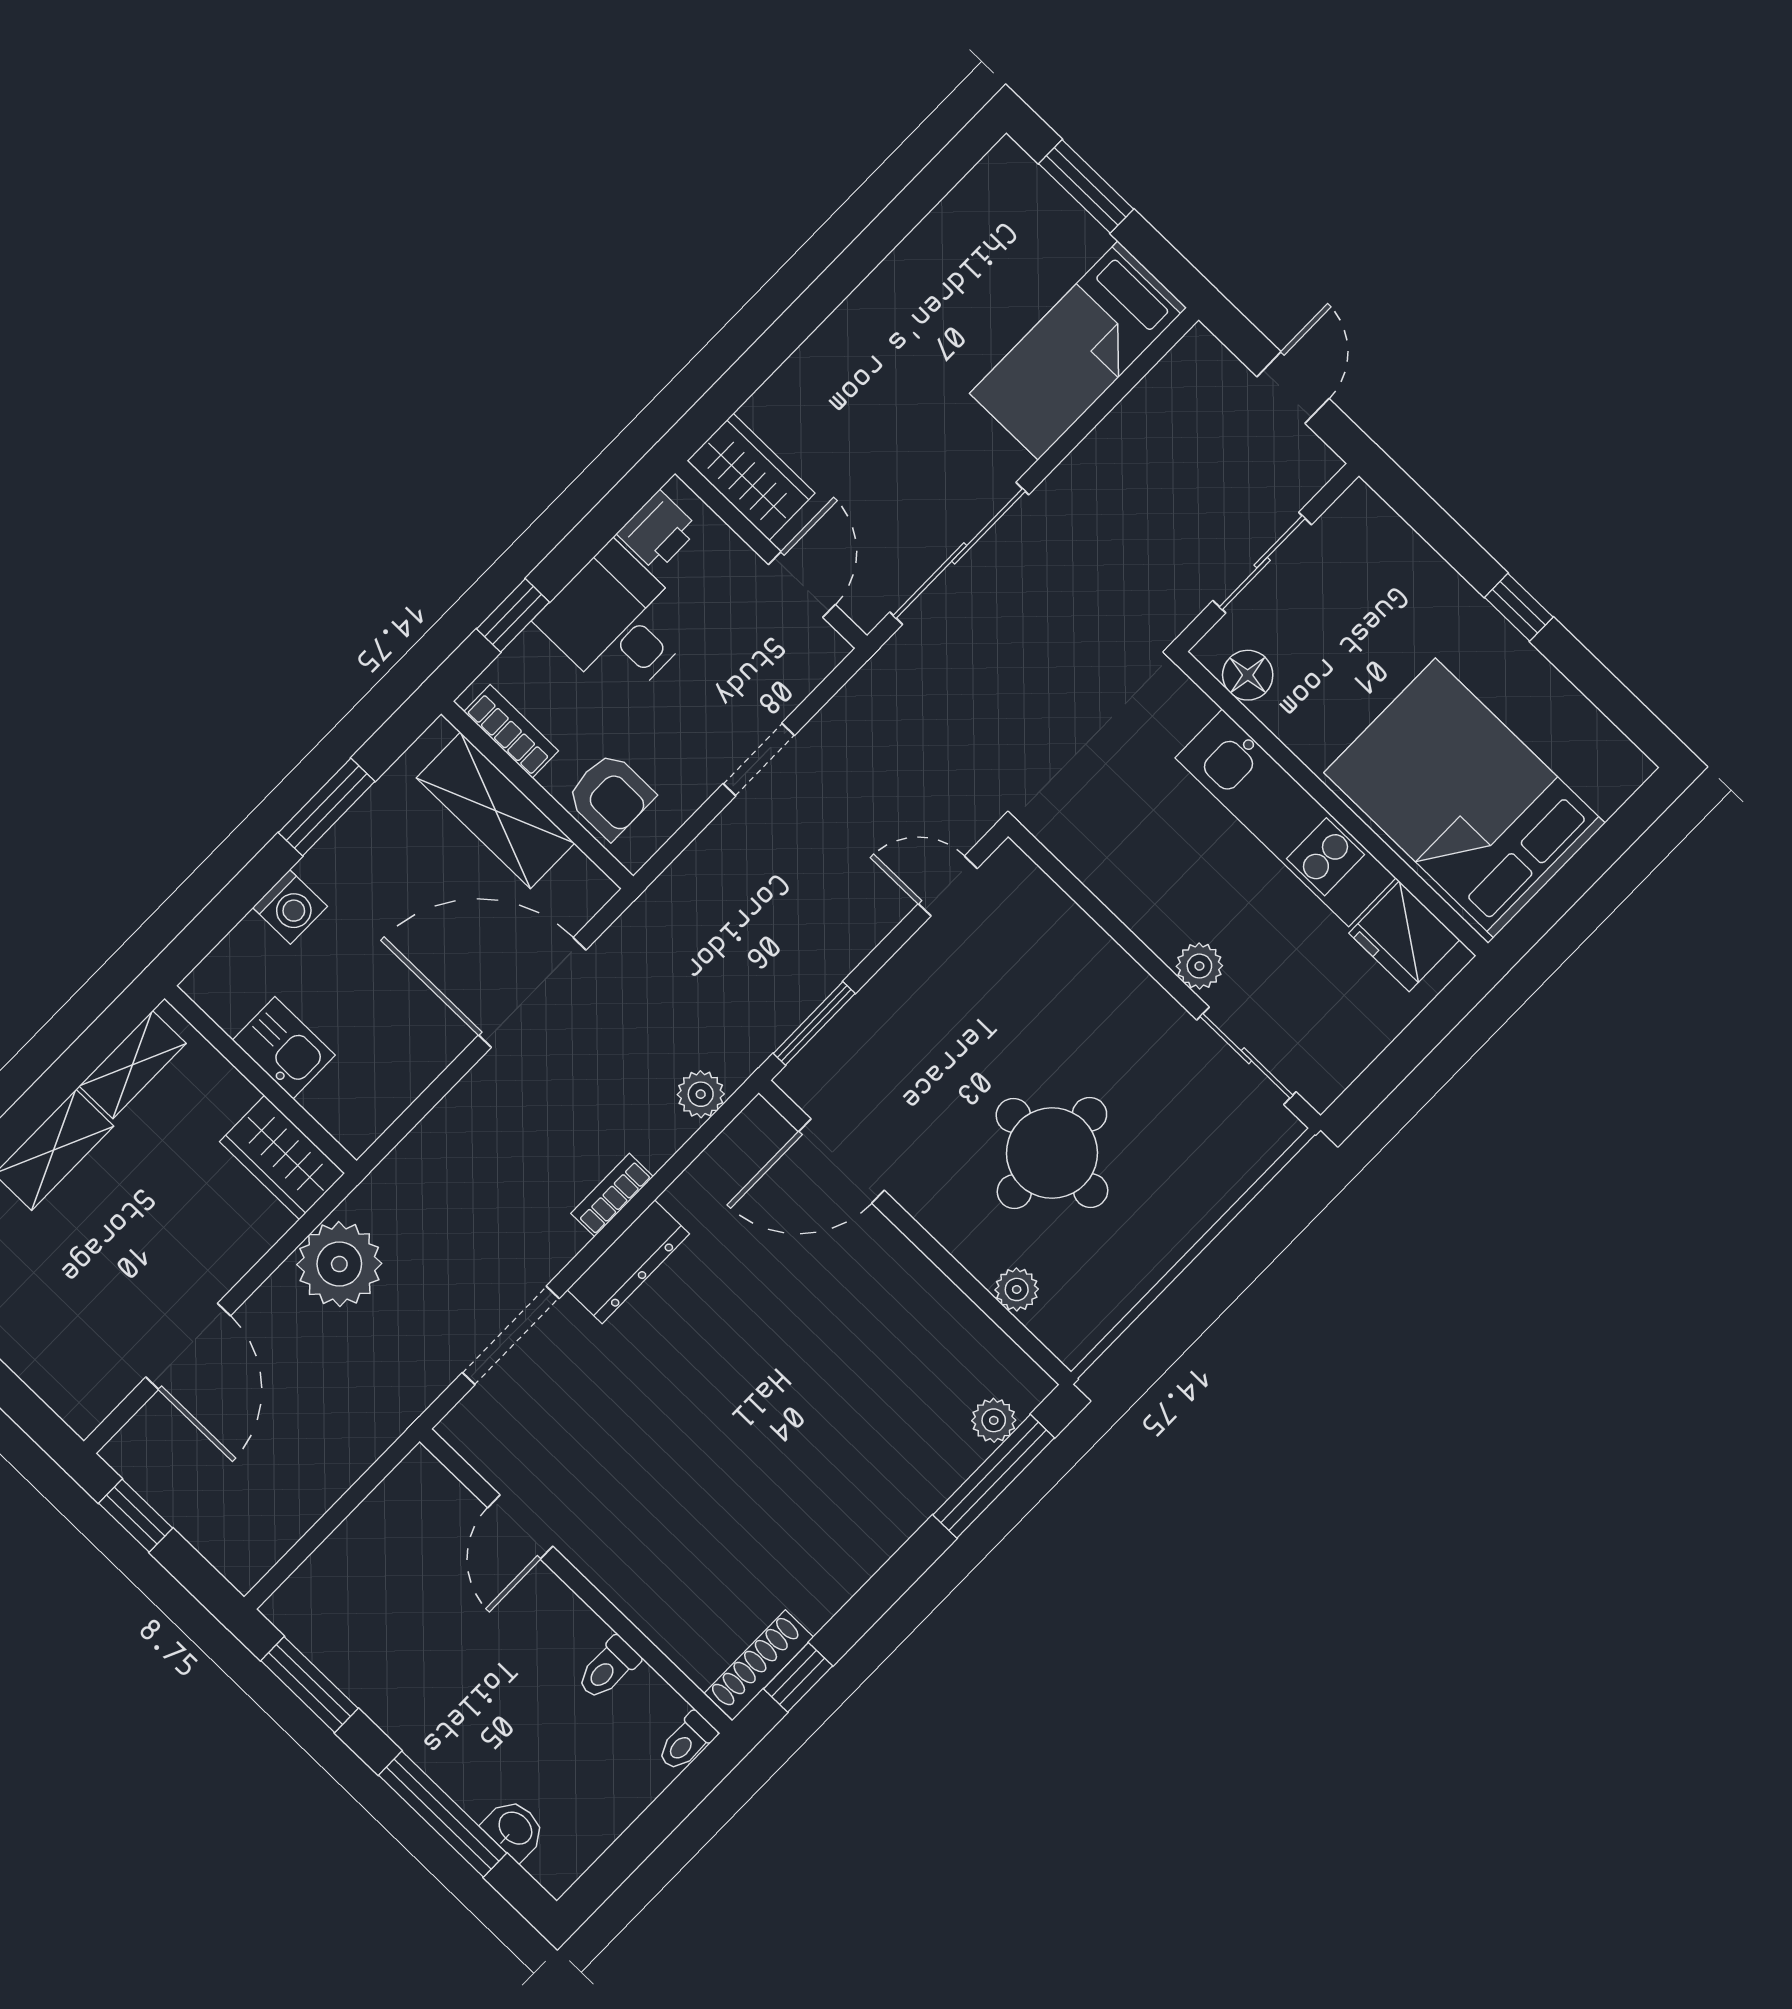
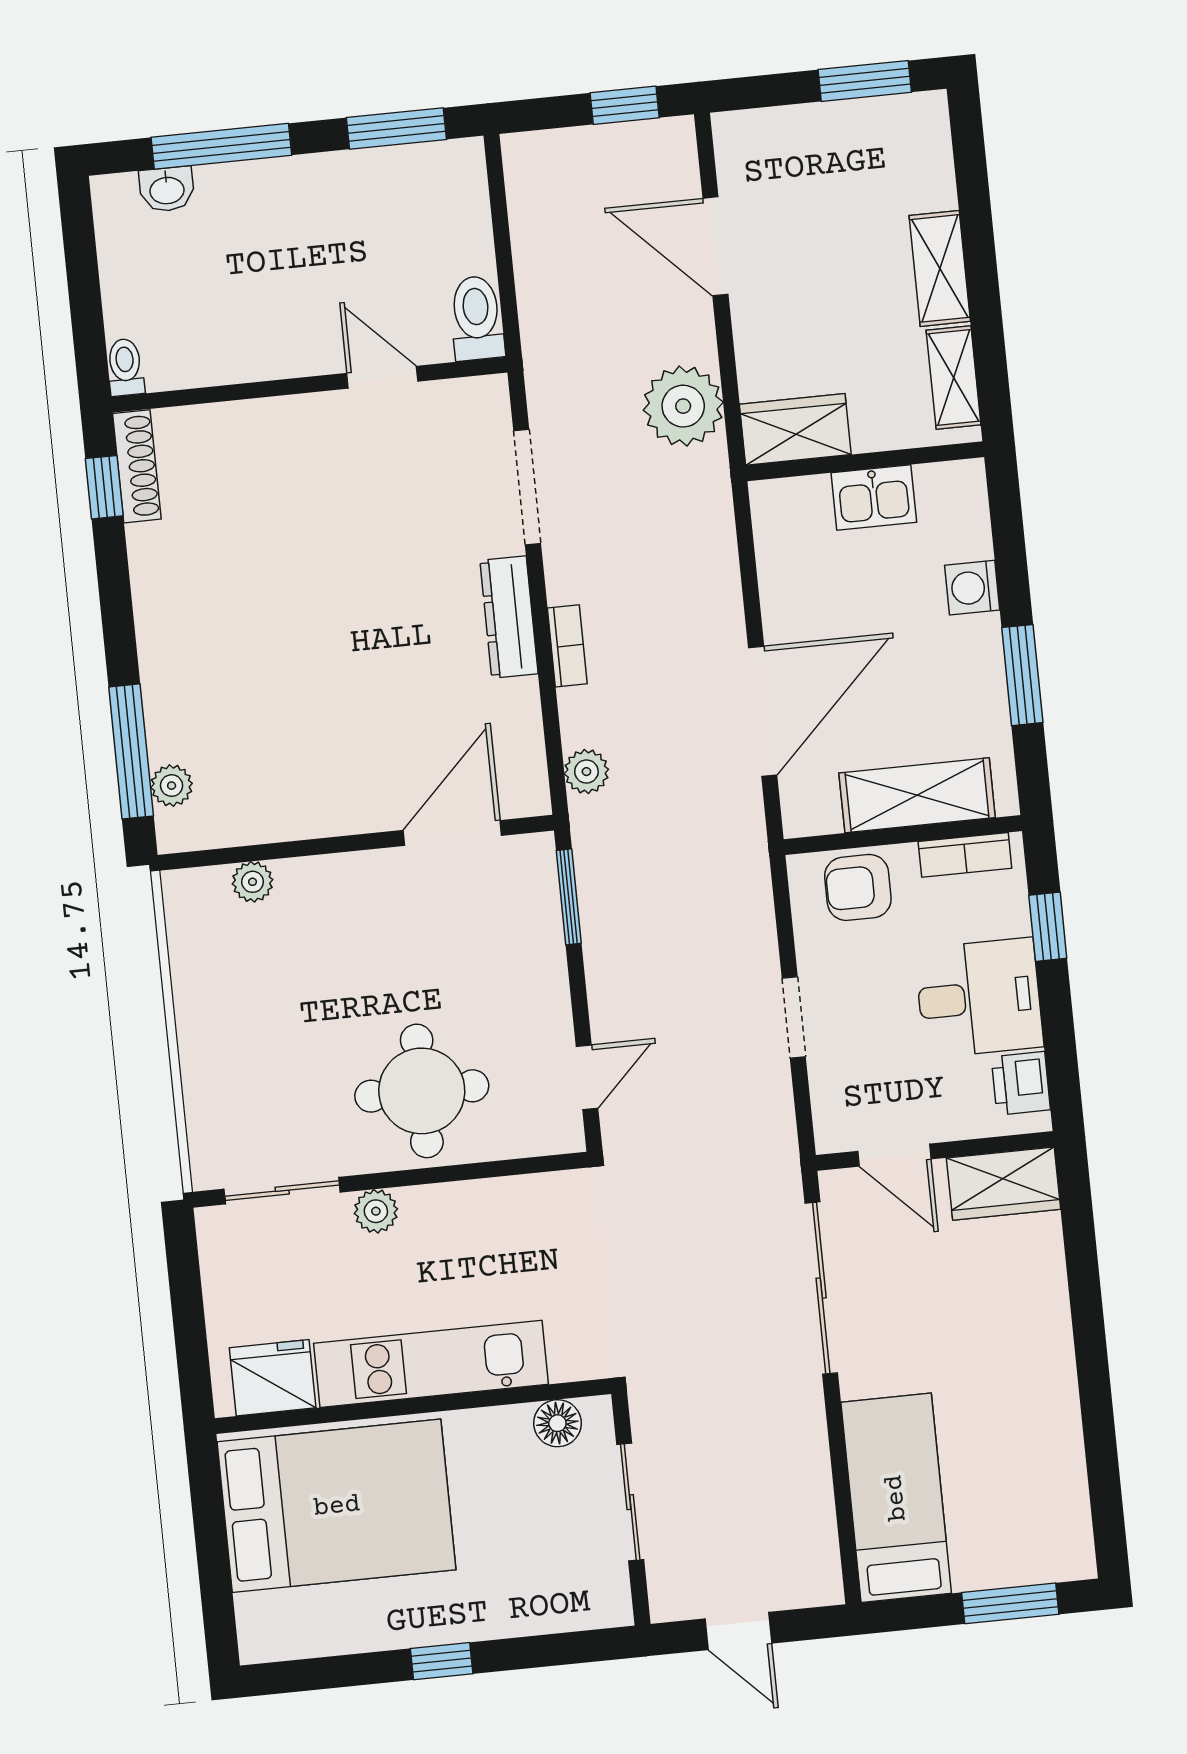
round table: (1052, 1153) -> (422, 1091), moved
toilet: (608, 1668) -> (477, 318), moved, width x1.37, depth x1.39

